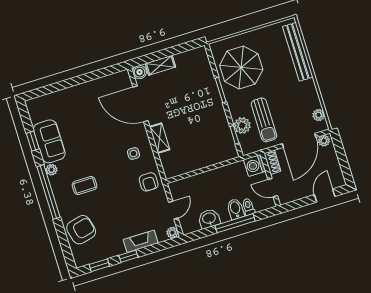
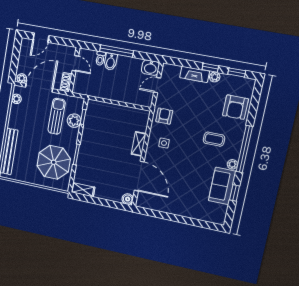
shelving: (160, 65) -> (83, 190), moved
washing machine: (255, 165) -> (80, 87), removed
washbasin: (209, 219) -> (150, 68), moved
armchair: (81, 230) -> (235, 107), turned -76
plant: (172, 233) -> (215, 77), moved

